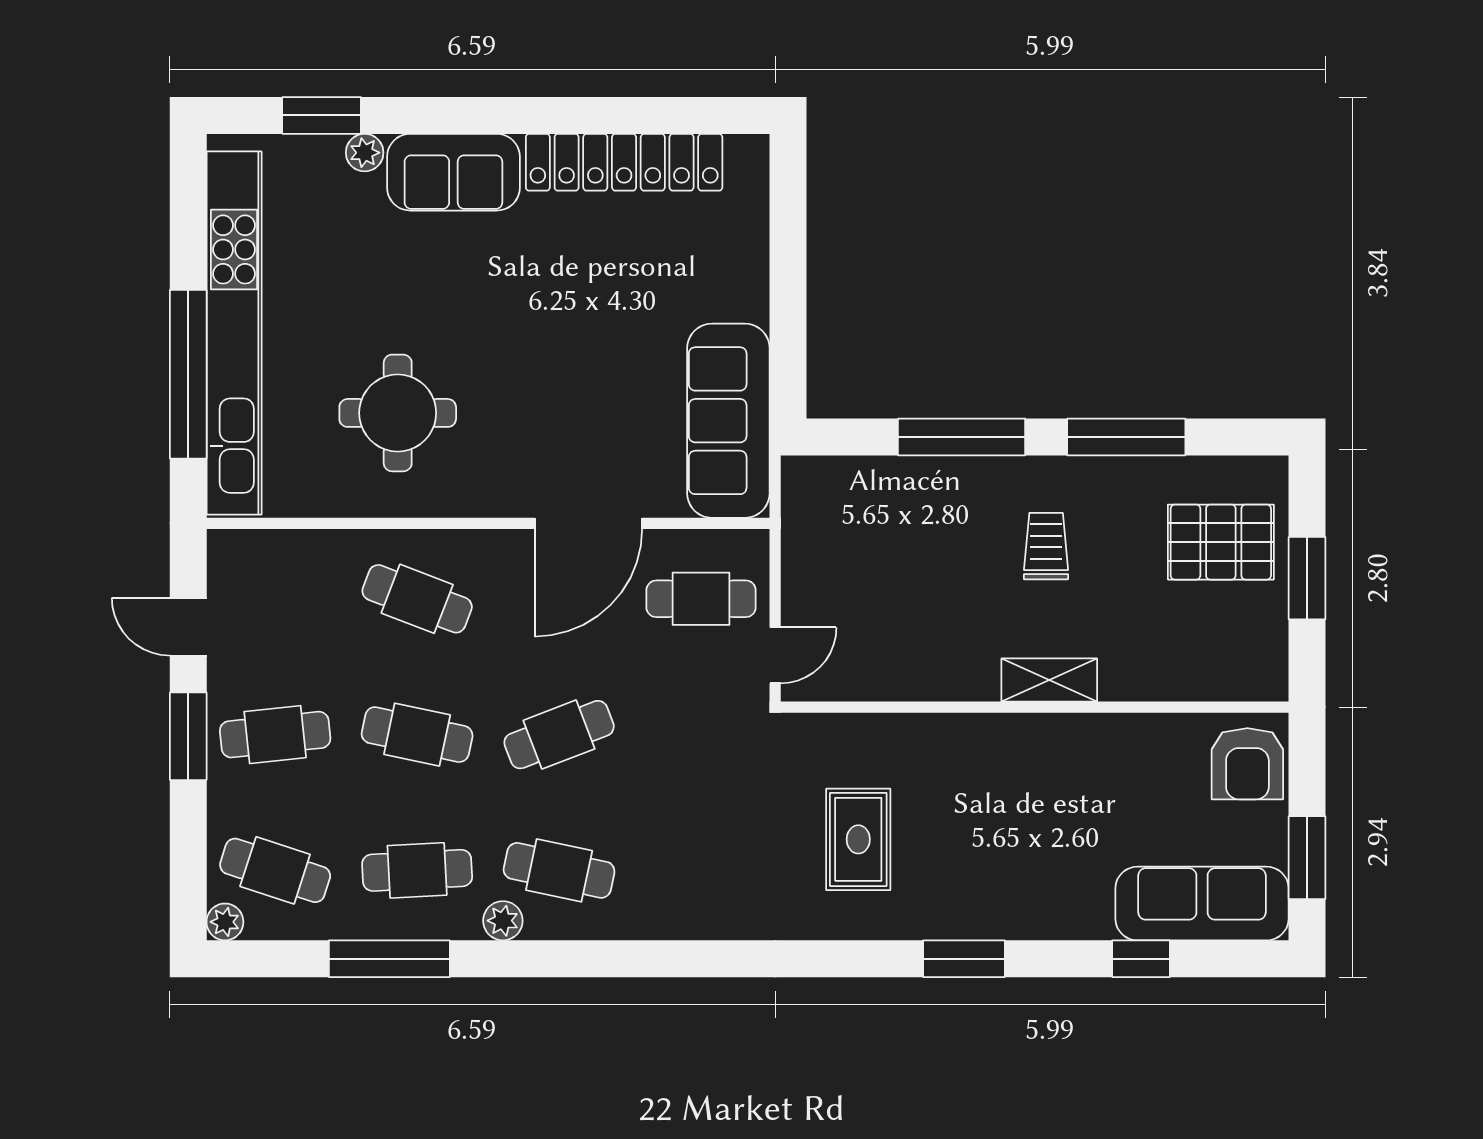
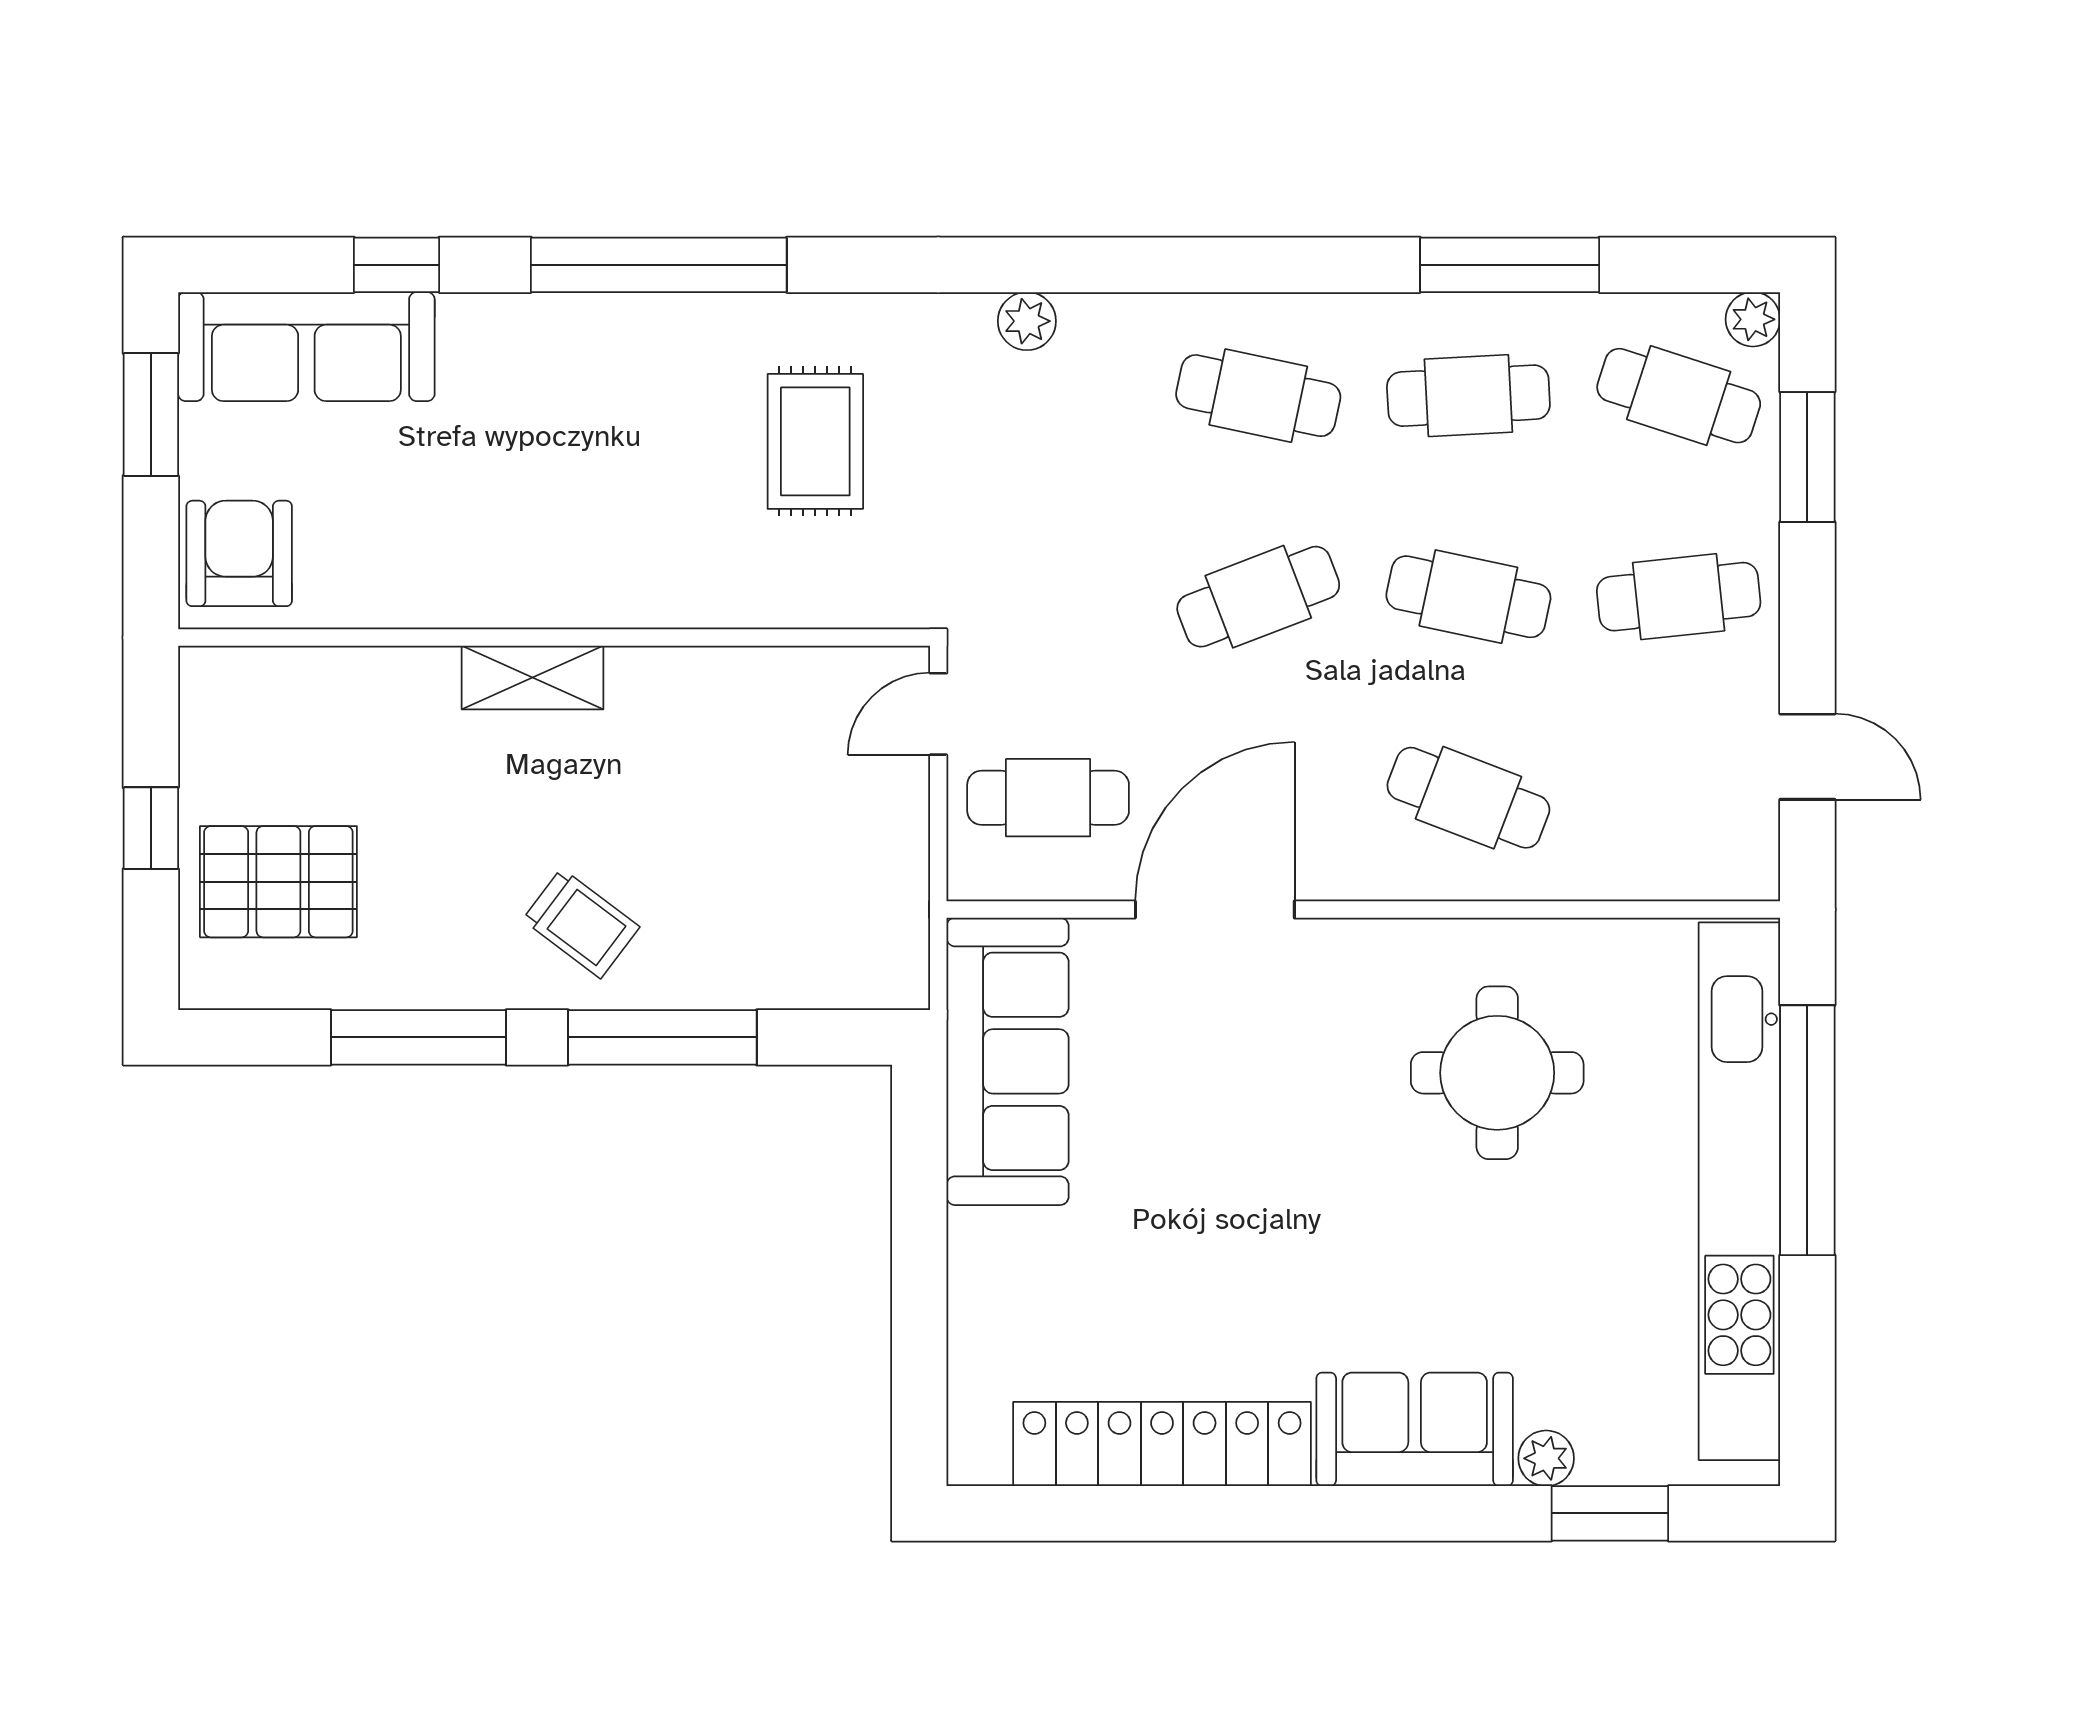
trolley: (1046, 546) -> (581, 923), moved, turned -53
window: (1307, 578) -> (151, 828), width x0.67
window: (188, 736) -> (1807, 457), moved
plant: (503, 921) -> (1027, 321), moved
window: (964, 959) -> (659, 265), width x2.11

